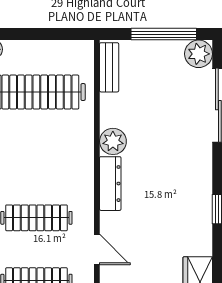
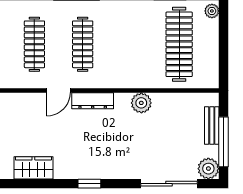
bench: (109, 67) -> (212, 126), moved, turned 90
dresser: (110, 184) -> (93, 101), moved

